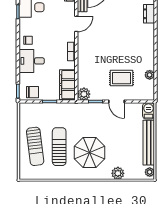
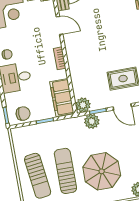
door: (76, 24) -> (60, 25), hinge flipped
plant: (89, 109) -> (92, 121), added

